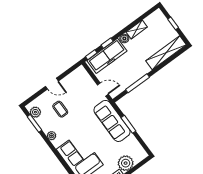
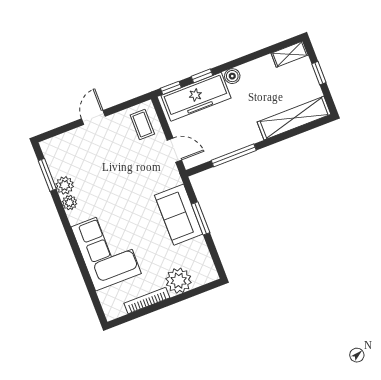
shelving: (137, 29) -> (290, 54), moved
door: (52, 84) -> (93, 118), swing flipped
coffee table: (60, 109) -> (142, 125), moved
plant: (35, 112) -> (65, 185), moved
sofa: (112, 121) -> (179, 215), width x0.73

